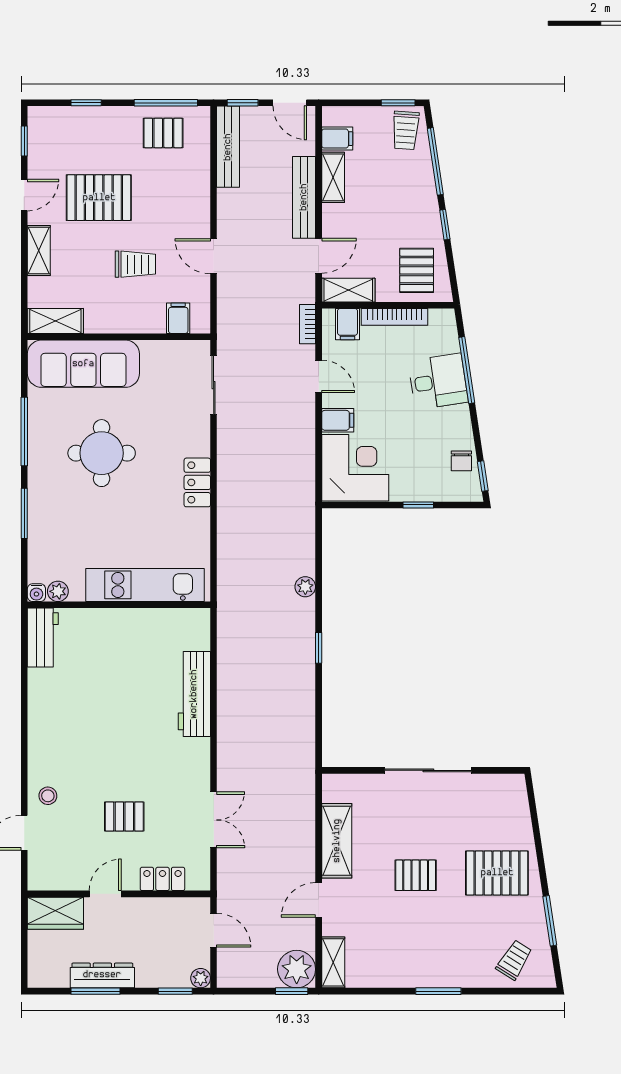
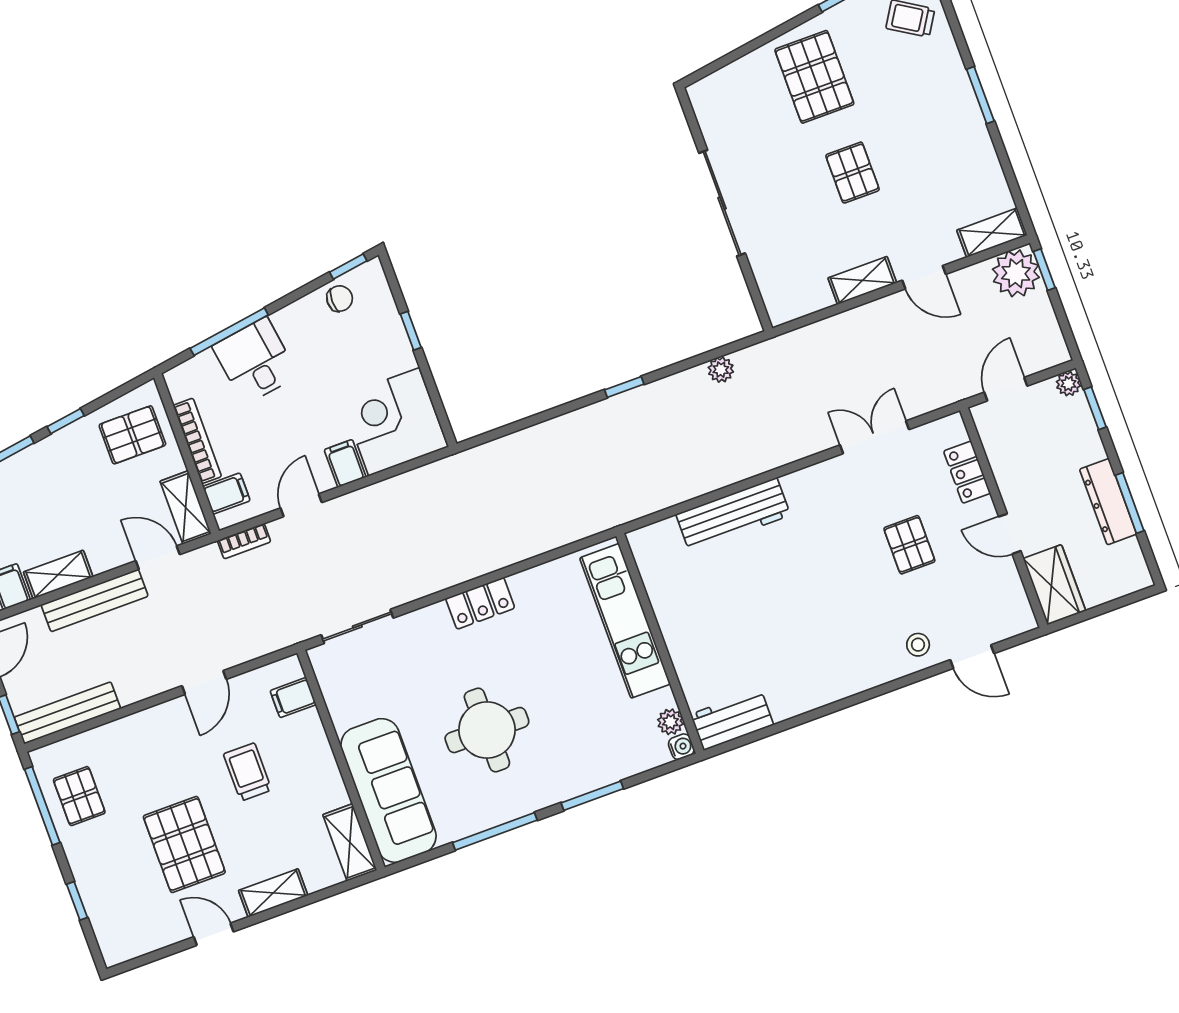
window: (24, 141) -> (149, 958), removed
plant: (305, 587) -> (721, 370), moved
shelving: (337, 841) -> (862, 280), width x0.67, depth x0.75

